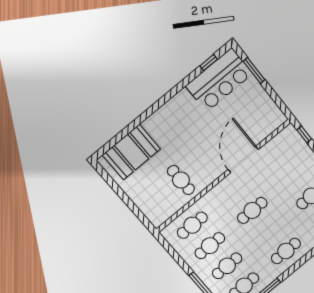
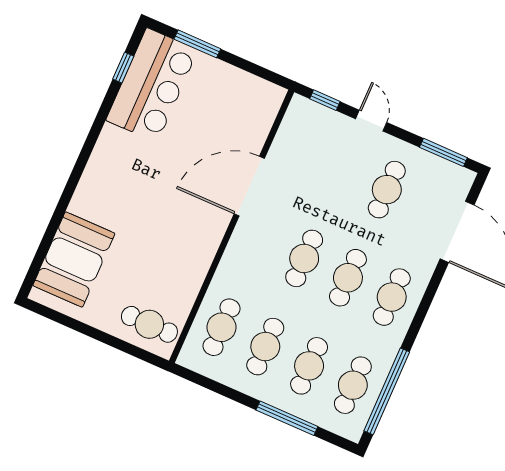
door: (243, 159) -> (249, 186), hinge flipped
cafe table: (181, 180) -> (149, 324), moved
cafe table: (269, 231) -> (348, 278), added

